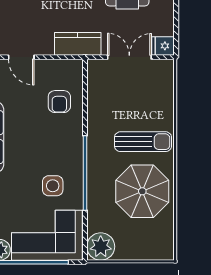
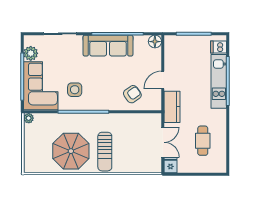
door: (21, 57) -> (163, 80), moved
armchair: (59, 102) -> (132, 94), turned 145
plant: (101, 247) -> (29, 118), width x0.53, depth x0.53

